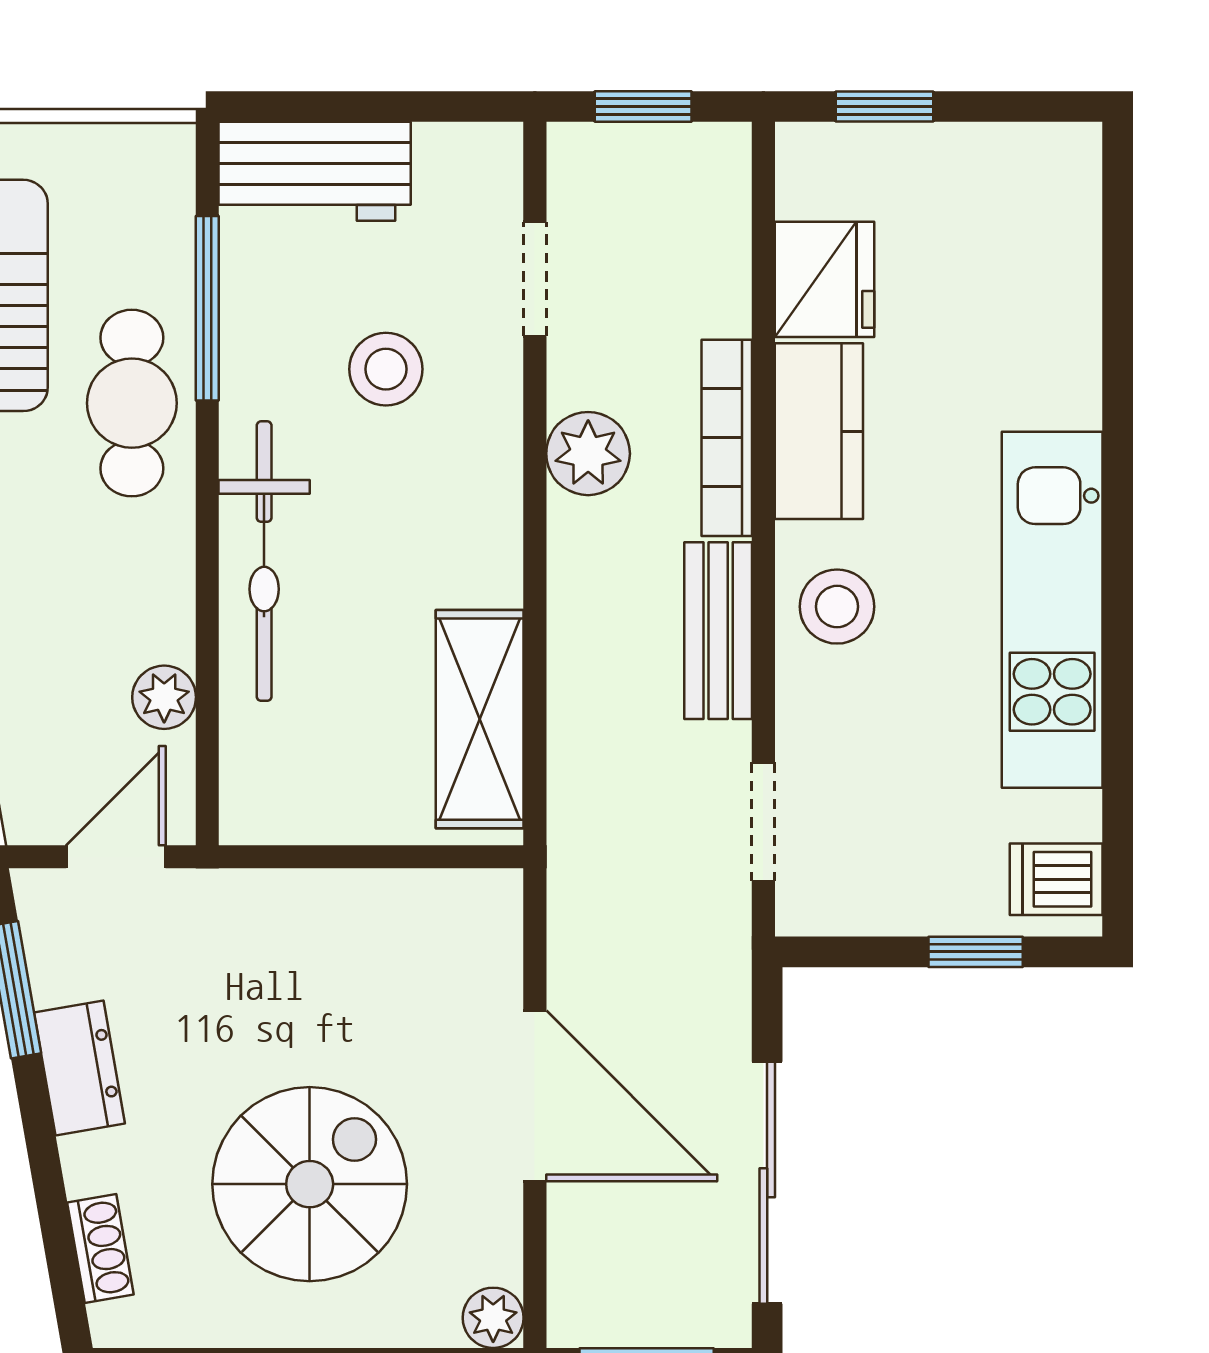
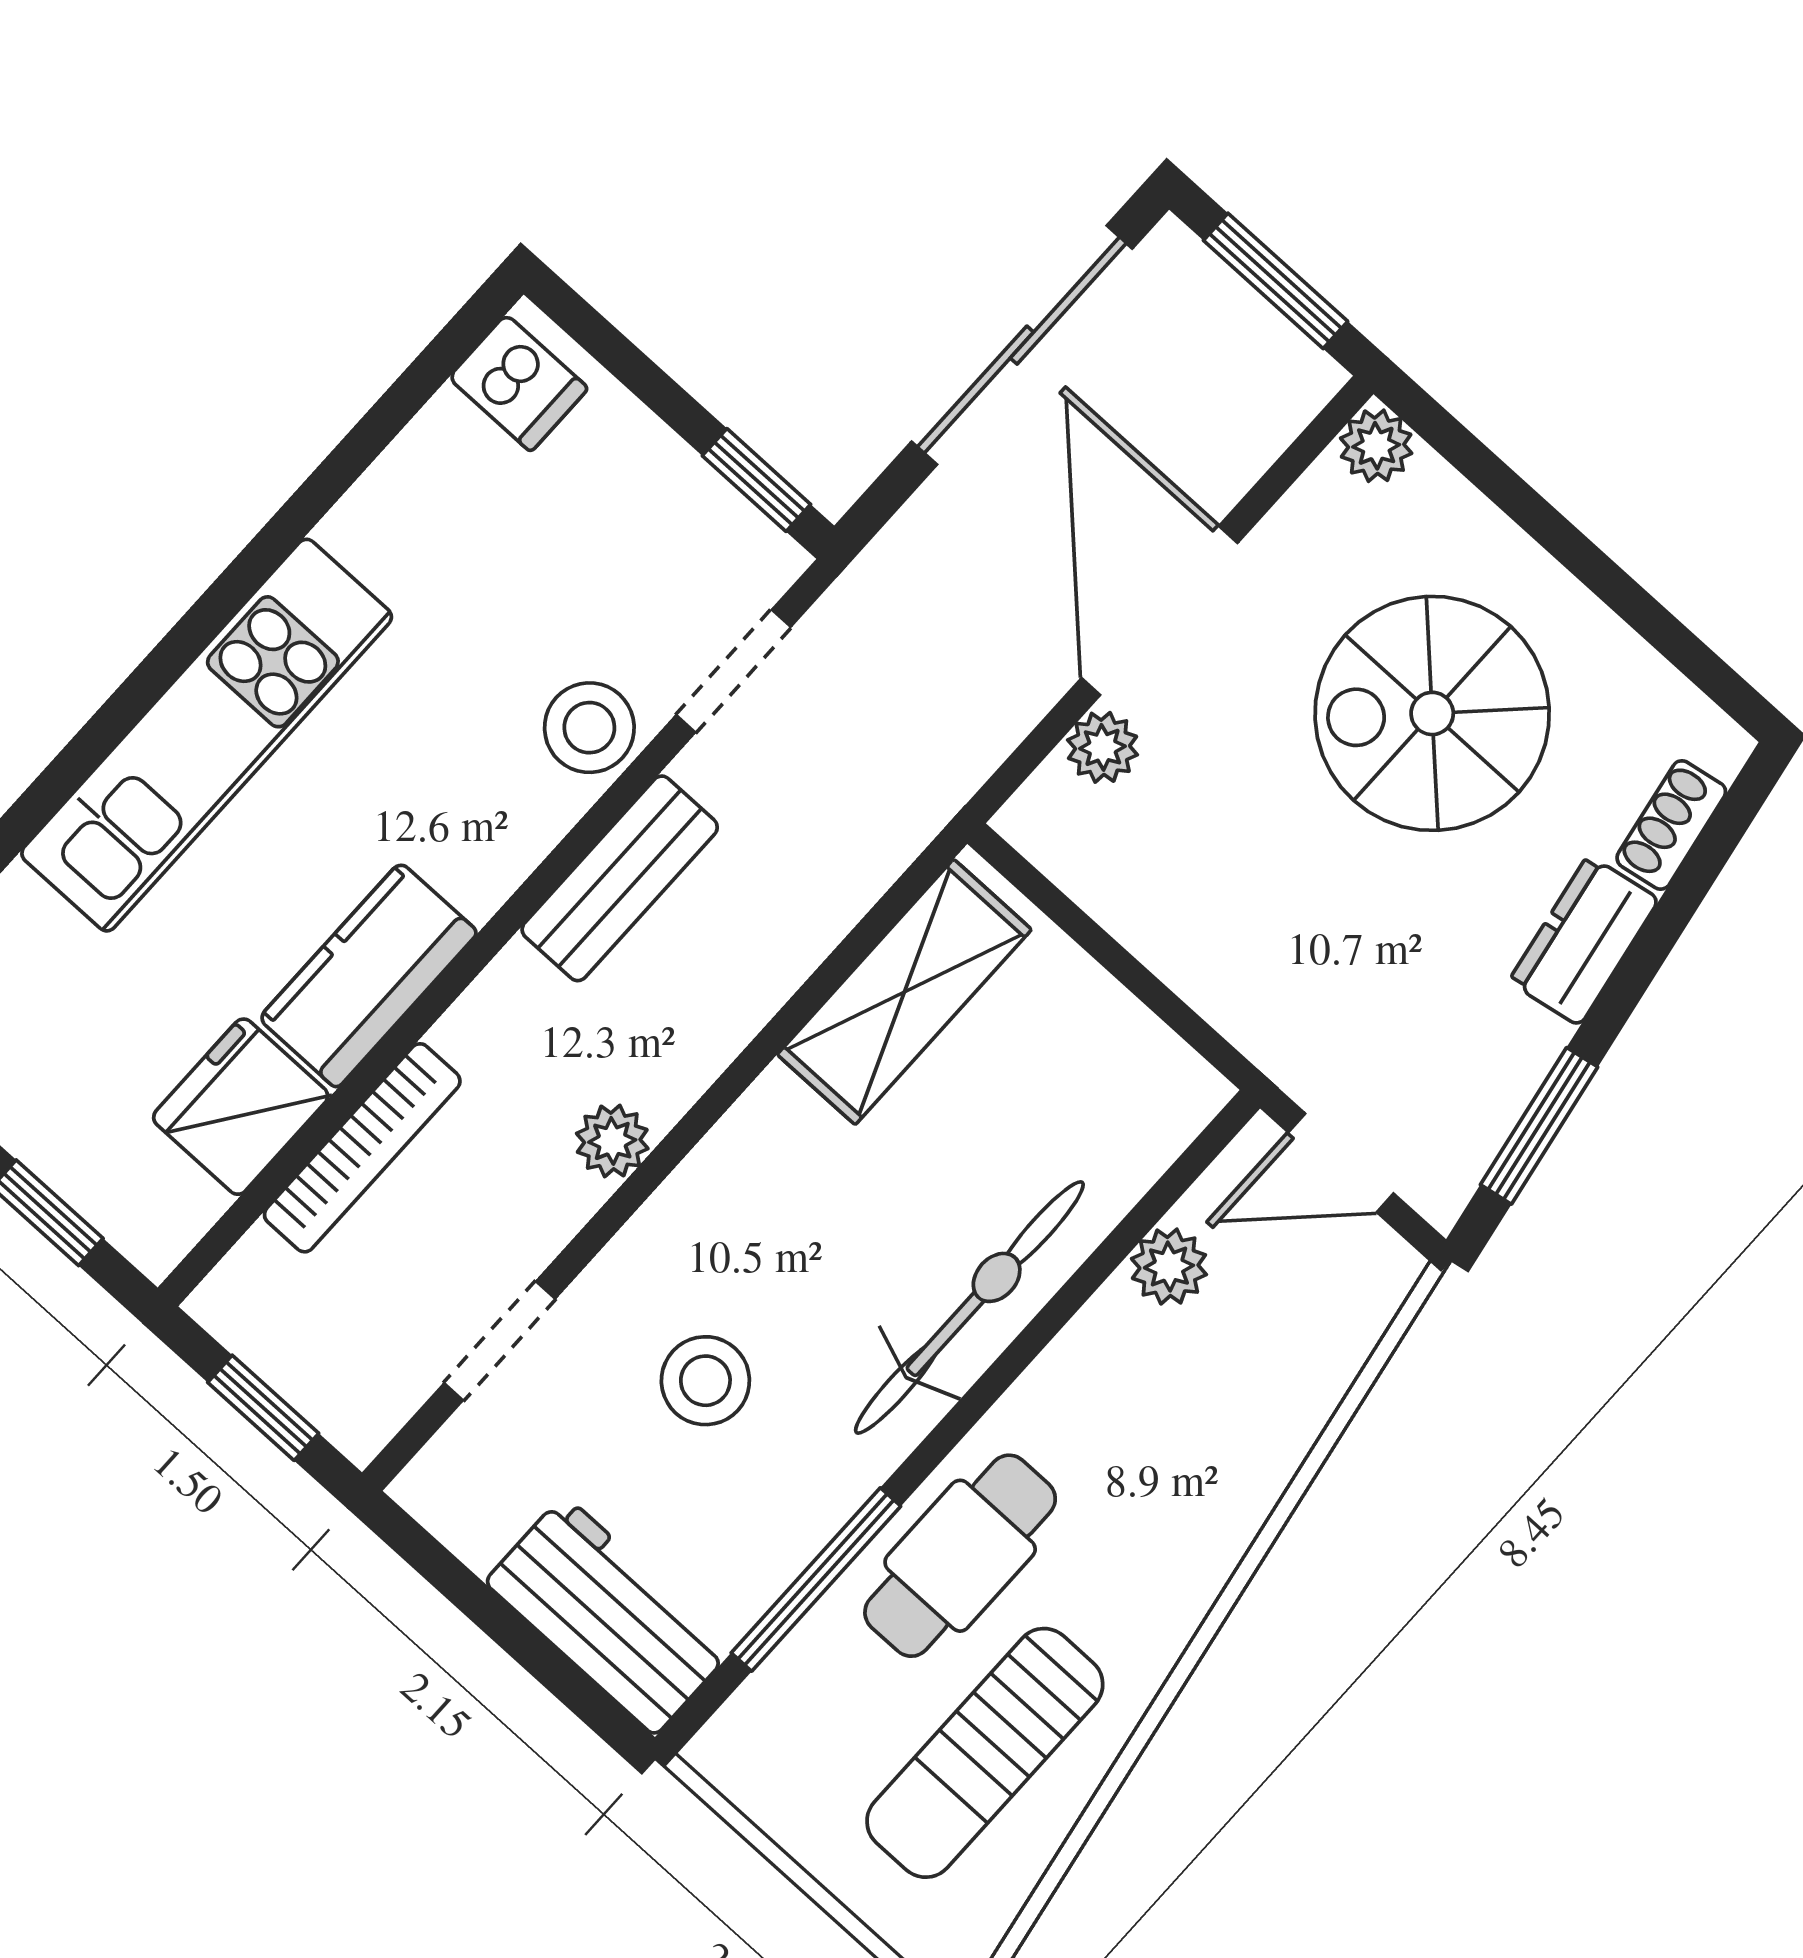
bookcase: (727, 438) -> (362, 1148), moved
plant: (588, 454) -> (612, 1141), width x0.73, depth x0.73
stool: (837, 607) -> (589, 728), moved
kitchen unit: (1052, 610) -> (207, 735), moved
window: (976, 952) -> (756, 480), moved
plant: (494, 980) -> (1103, 747), added
dresser: (79, 1068) -> (1584, 940), moved

